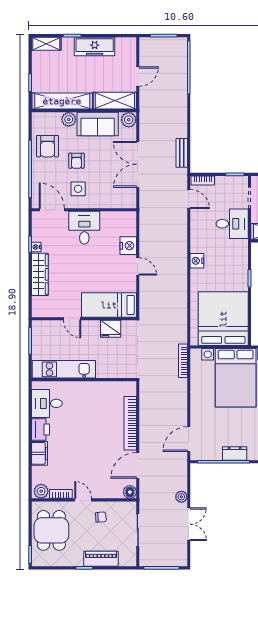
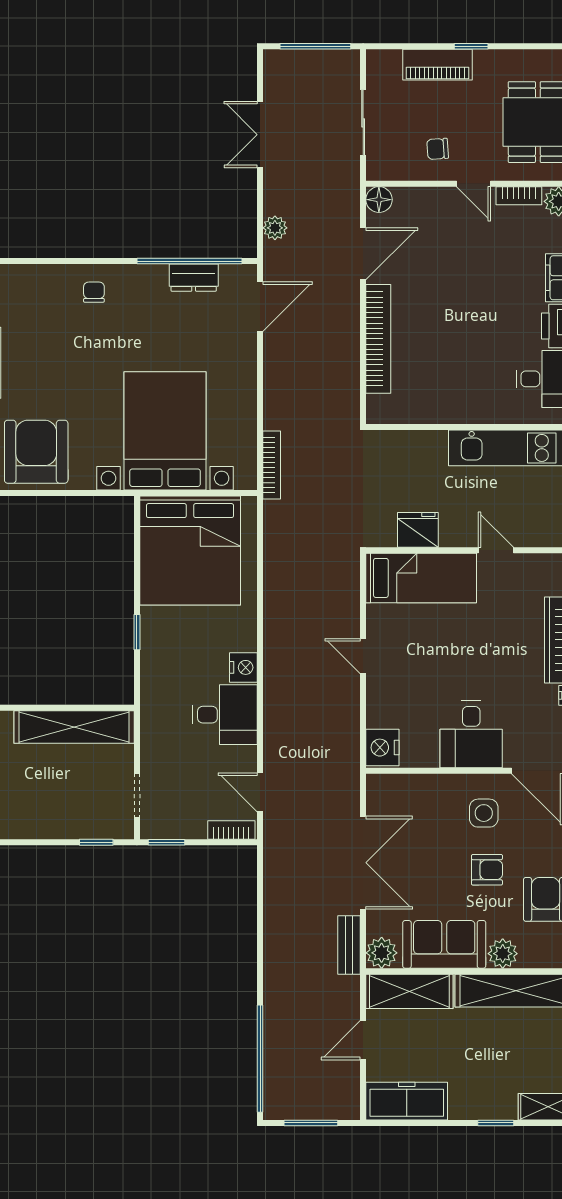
freezer: (95, 46) -> (407, 1101), moved
bench: (182, 153) -> (349, 945), moved
armchair: (77, 161) -> (487, 870), turned 90
desk: (232, 224) -> (225, 715), moved, turned 180
nightstand: (128, 246) -> (382, 748), moved
dresser: (235, 453) -> (194, 278), moved
plant: (181, 497) -> (275, 228), moved

